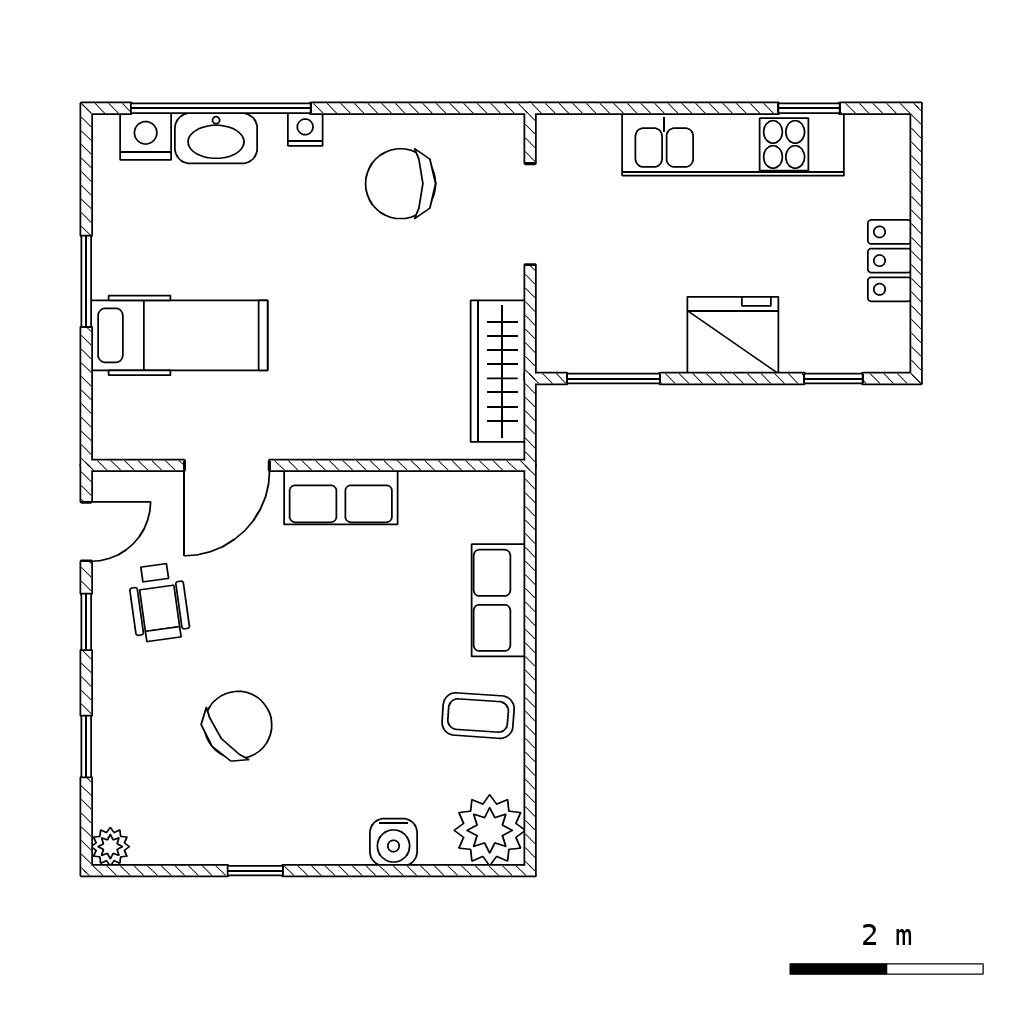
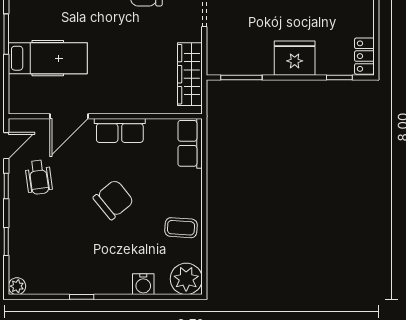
locker: (890, 261) -> (364, 56), moved
row of seats: (498, 600) -> (190, 143), moved
chair: (238, 725) -> (113, 200), moved

